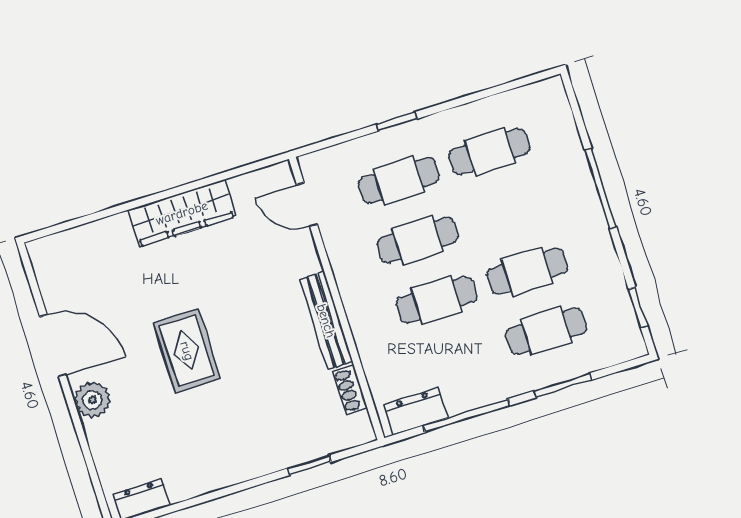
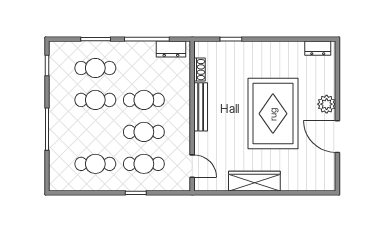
rug: (187, 351) -> (273, 114), width x1.86, depth x2.06

